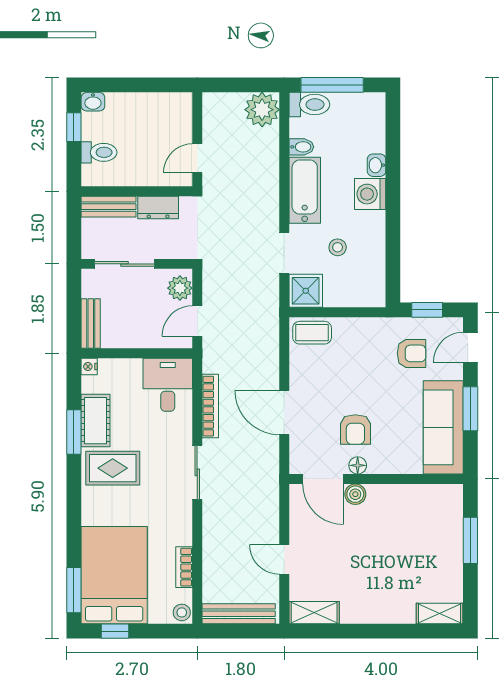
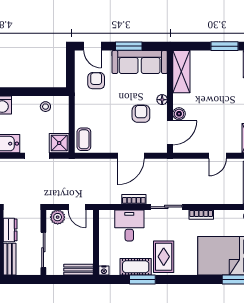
stool: (338, 247) -> (45, 107), moved
window: (427, 310) -> (70, 72), removed
desk: (168, 385) -> (129, 225), moved, turned 90
bookcase: (210, 406) -> (134, 199), width x0.64
armchair: (355, 430) -> (141, 114), turned -90
floor lamp: (358, 465) -> (162, 100), moved
shelving: (427, 498) -> (181, 72), added
window: (470, 540) -> (224, 46), moved
bookcase: (184, 567) -> (201, 215), moved

